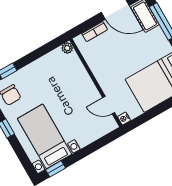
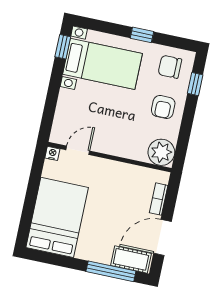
plant: (67, 48) -> (161, 152), width x1.88, depth x1.88
armchair: (38, 78) -> (163, 107), added

